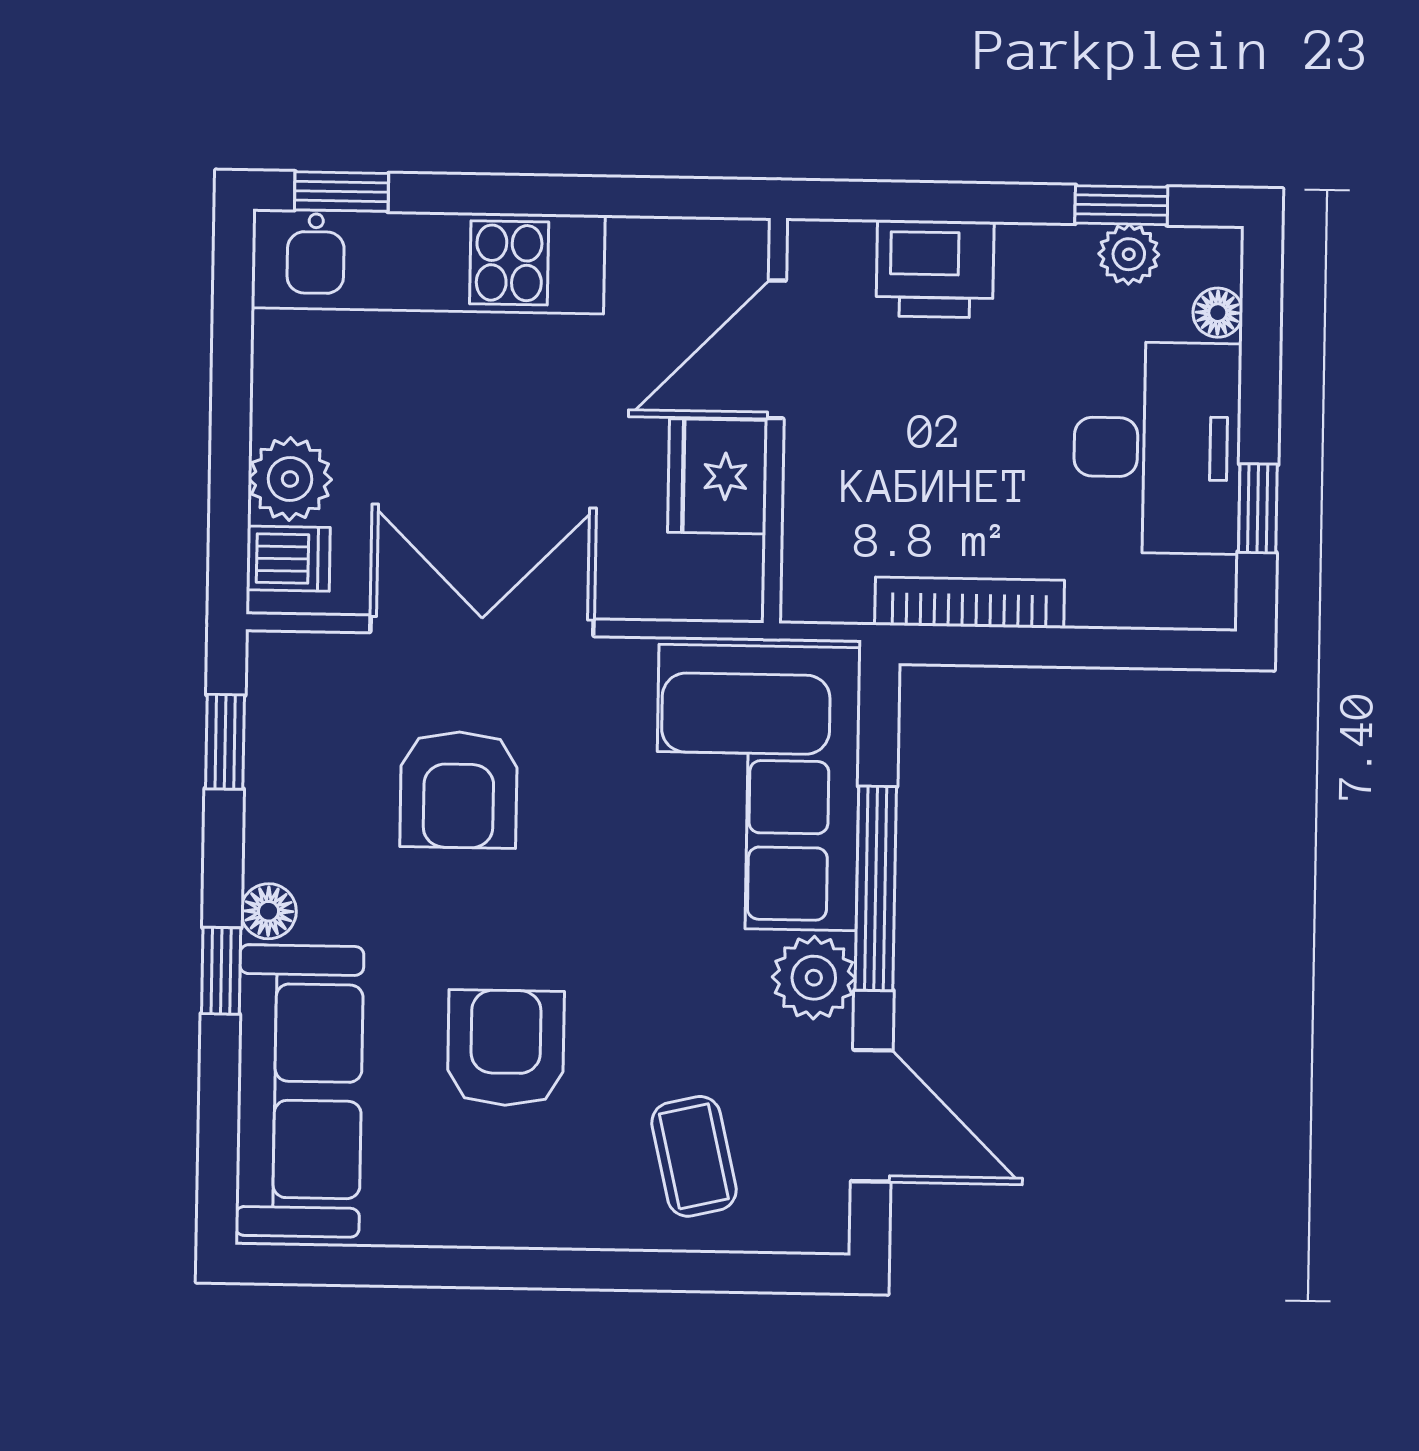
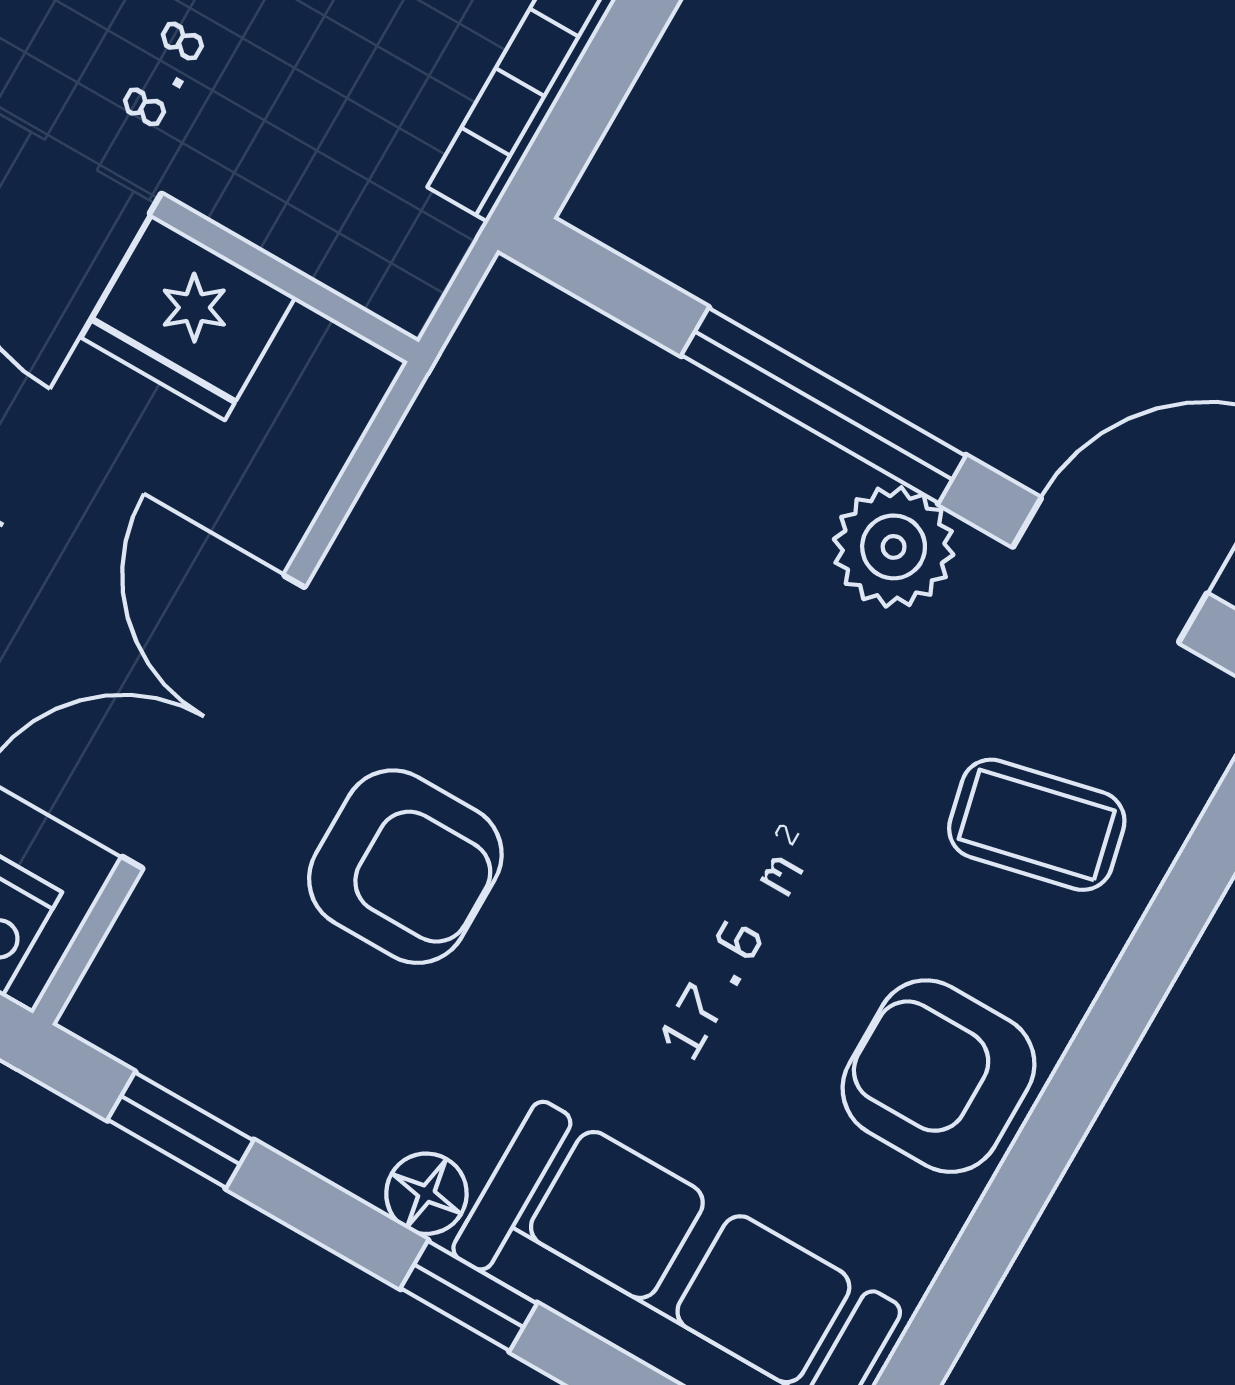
corner sofa: (758, 787) -> (612, 485), removed
armchair: (506, 1048) -> (938, 1076), moved

